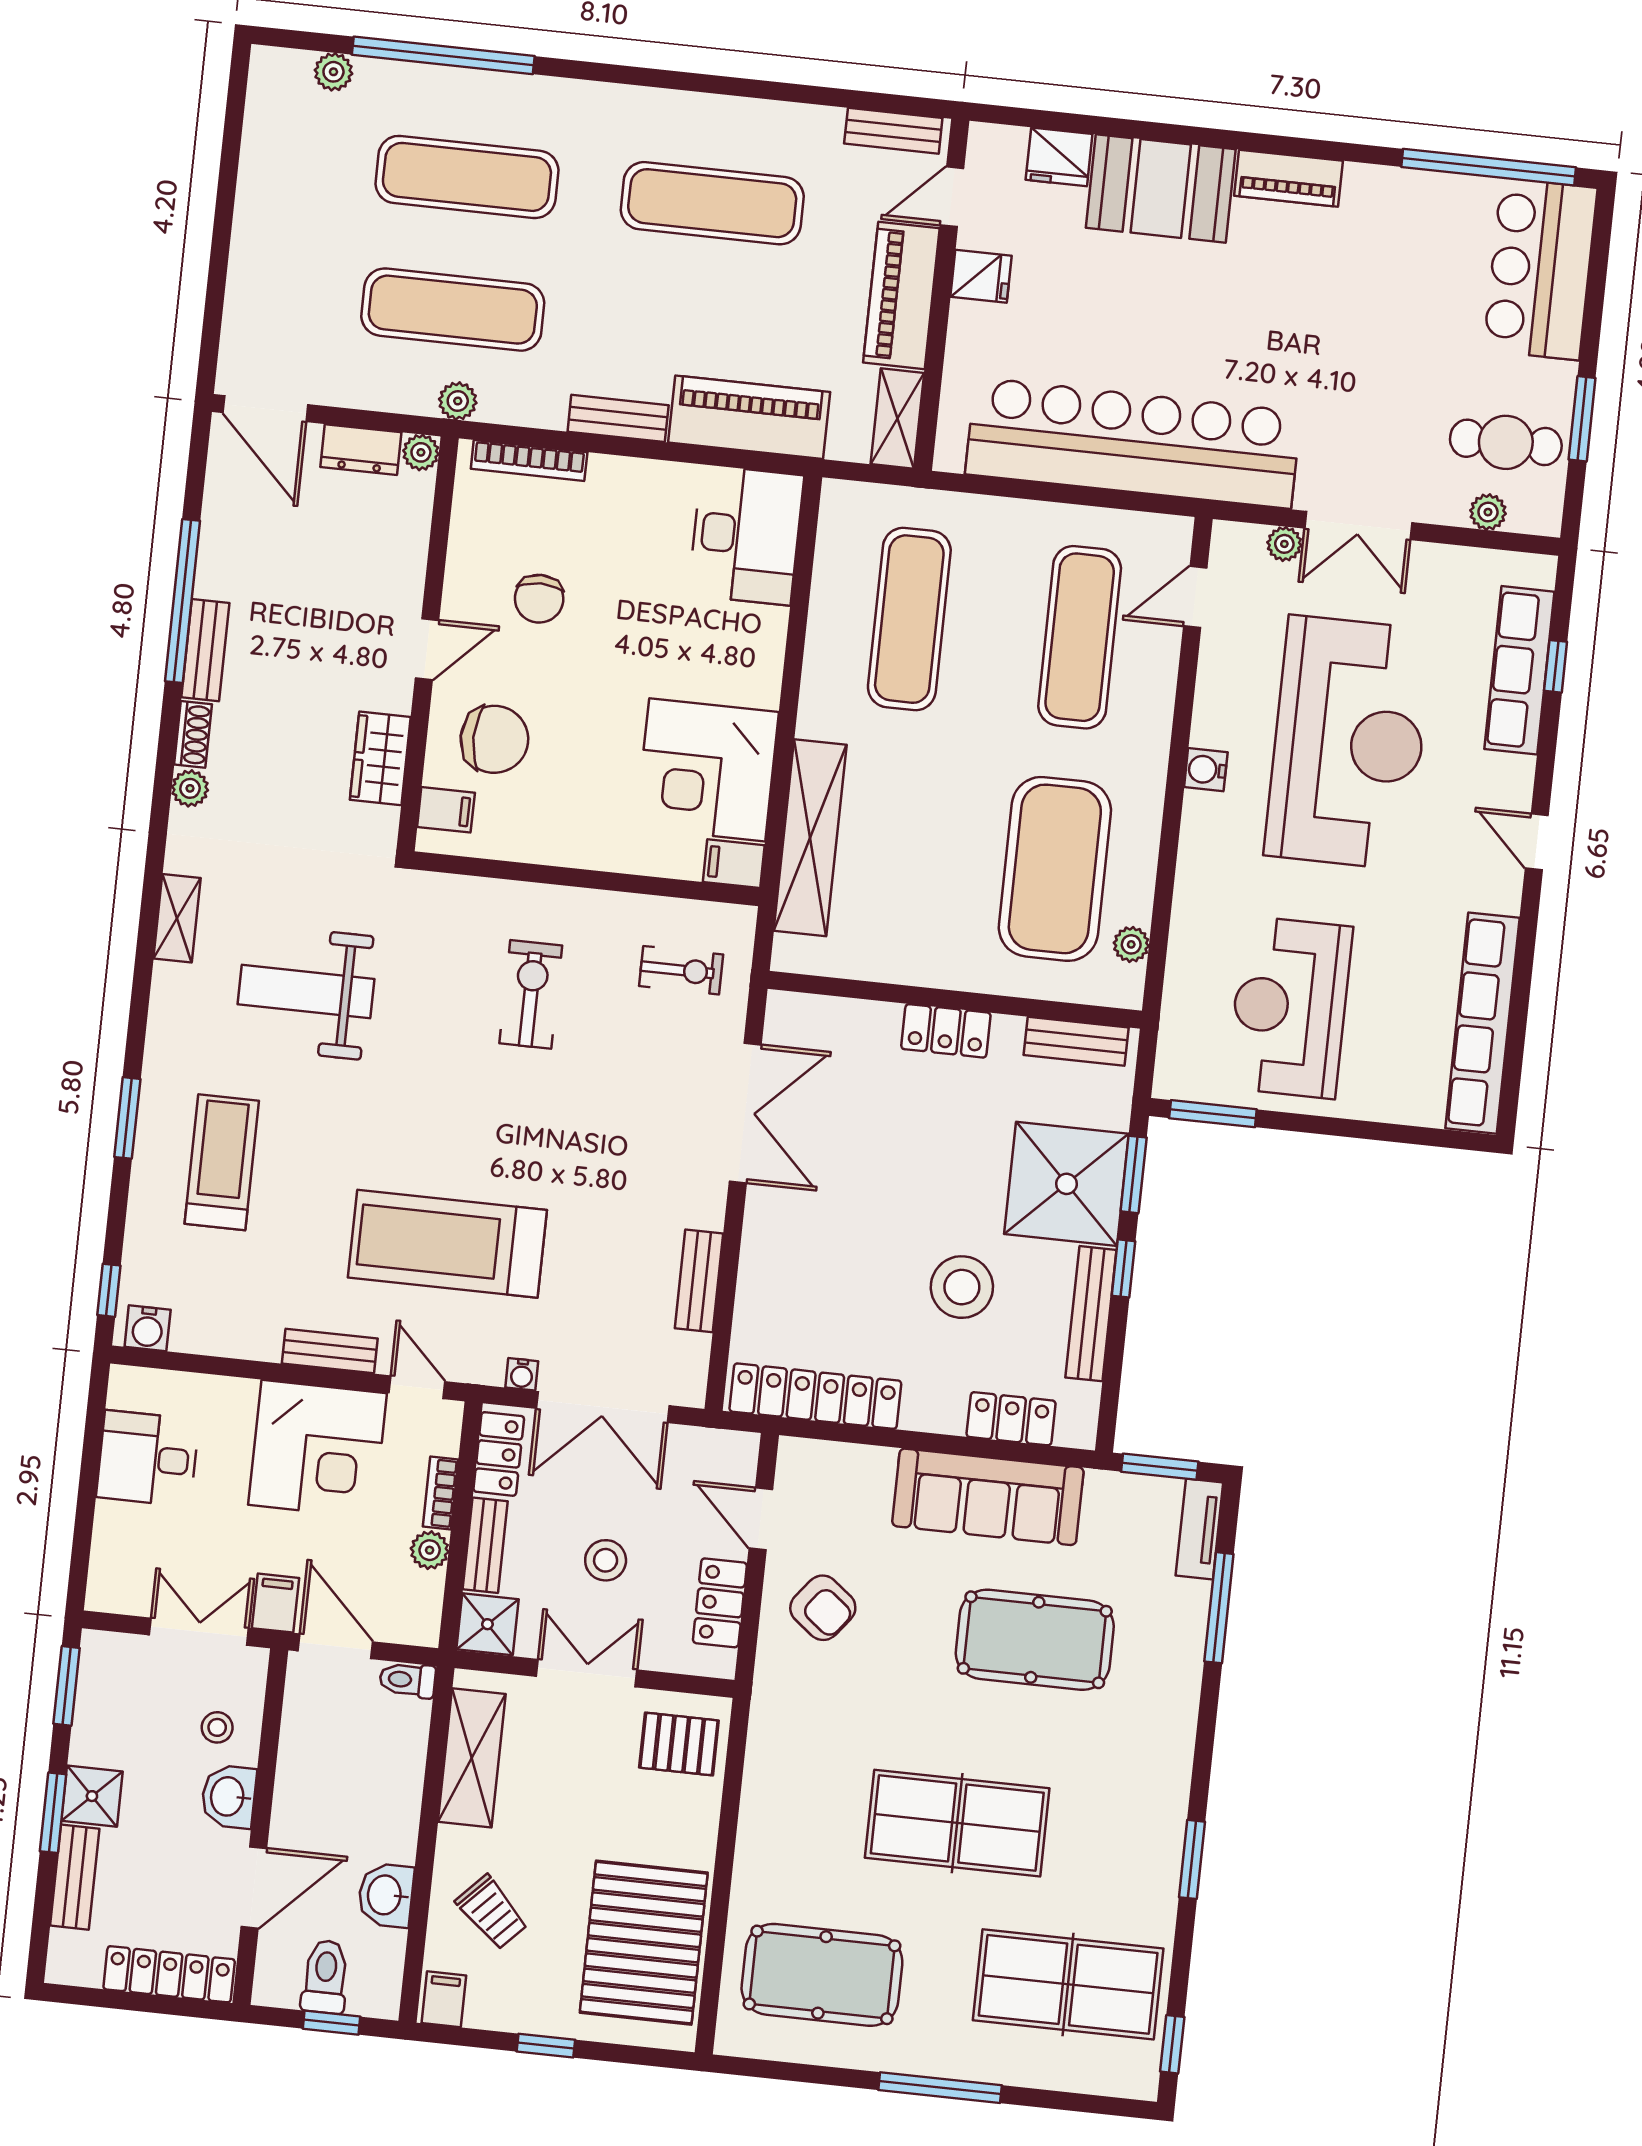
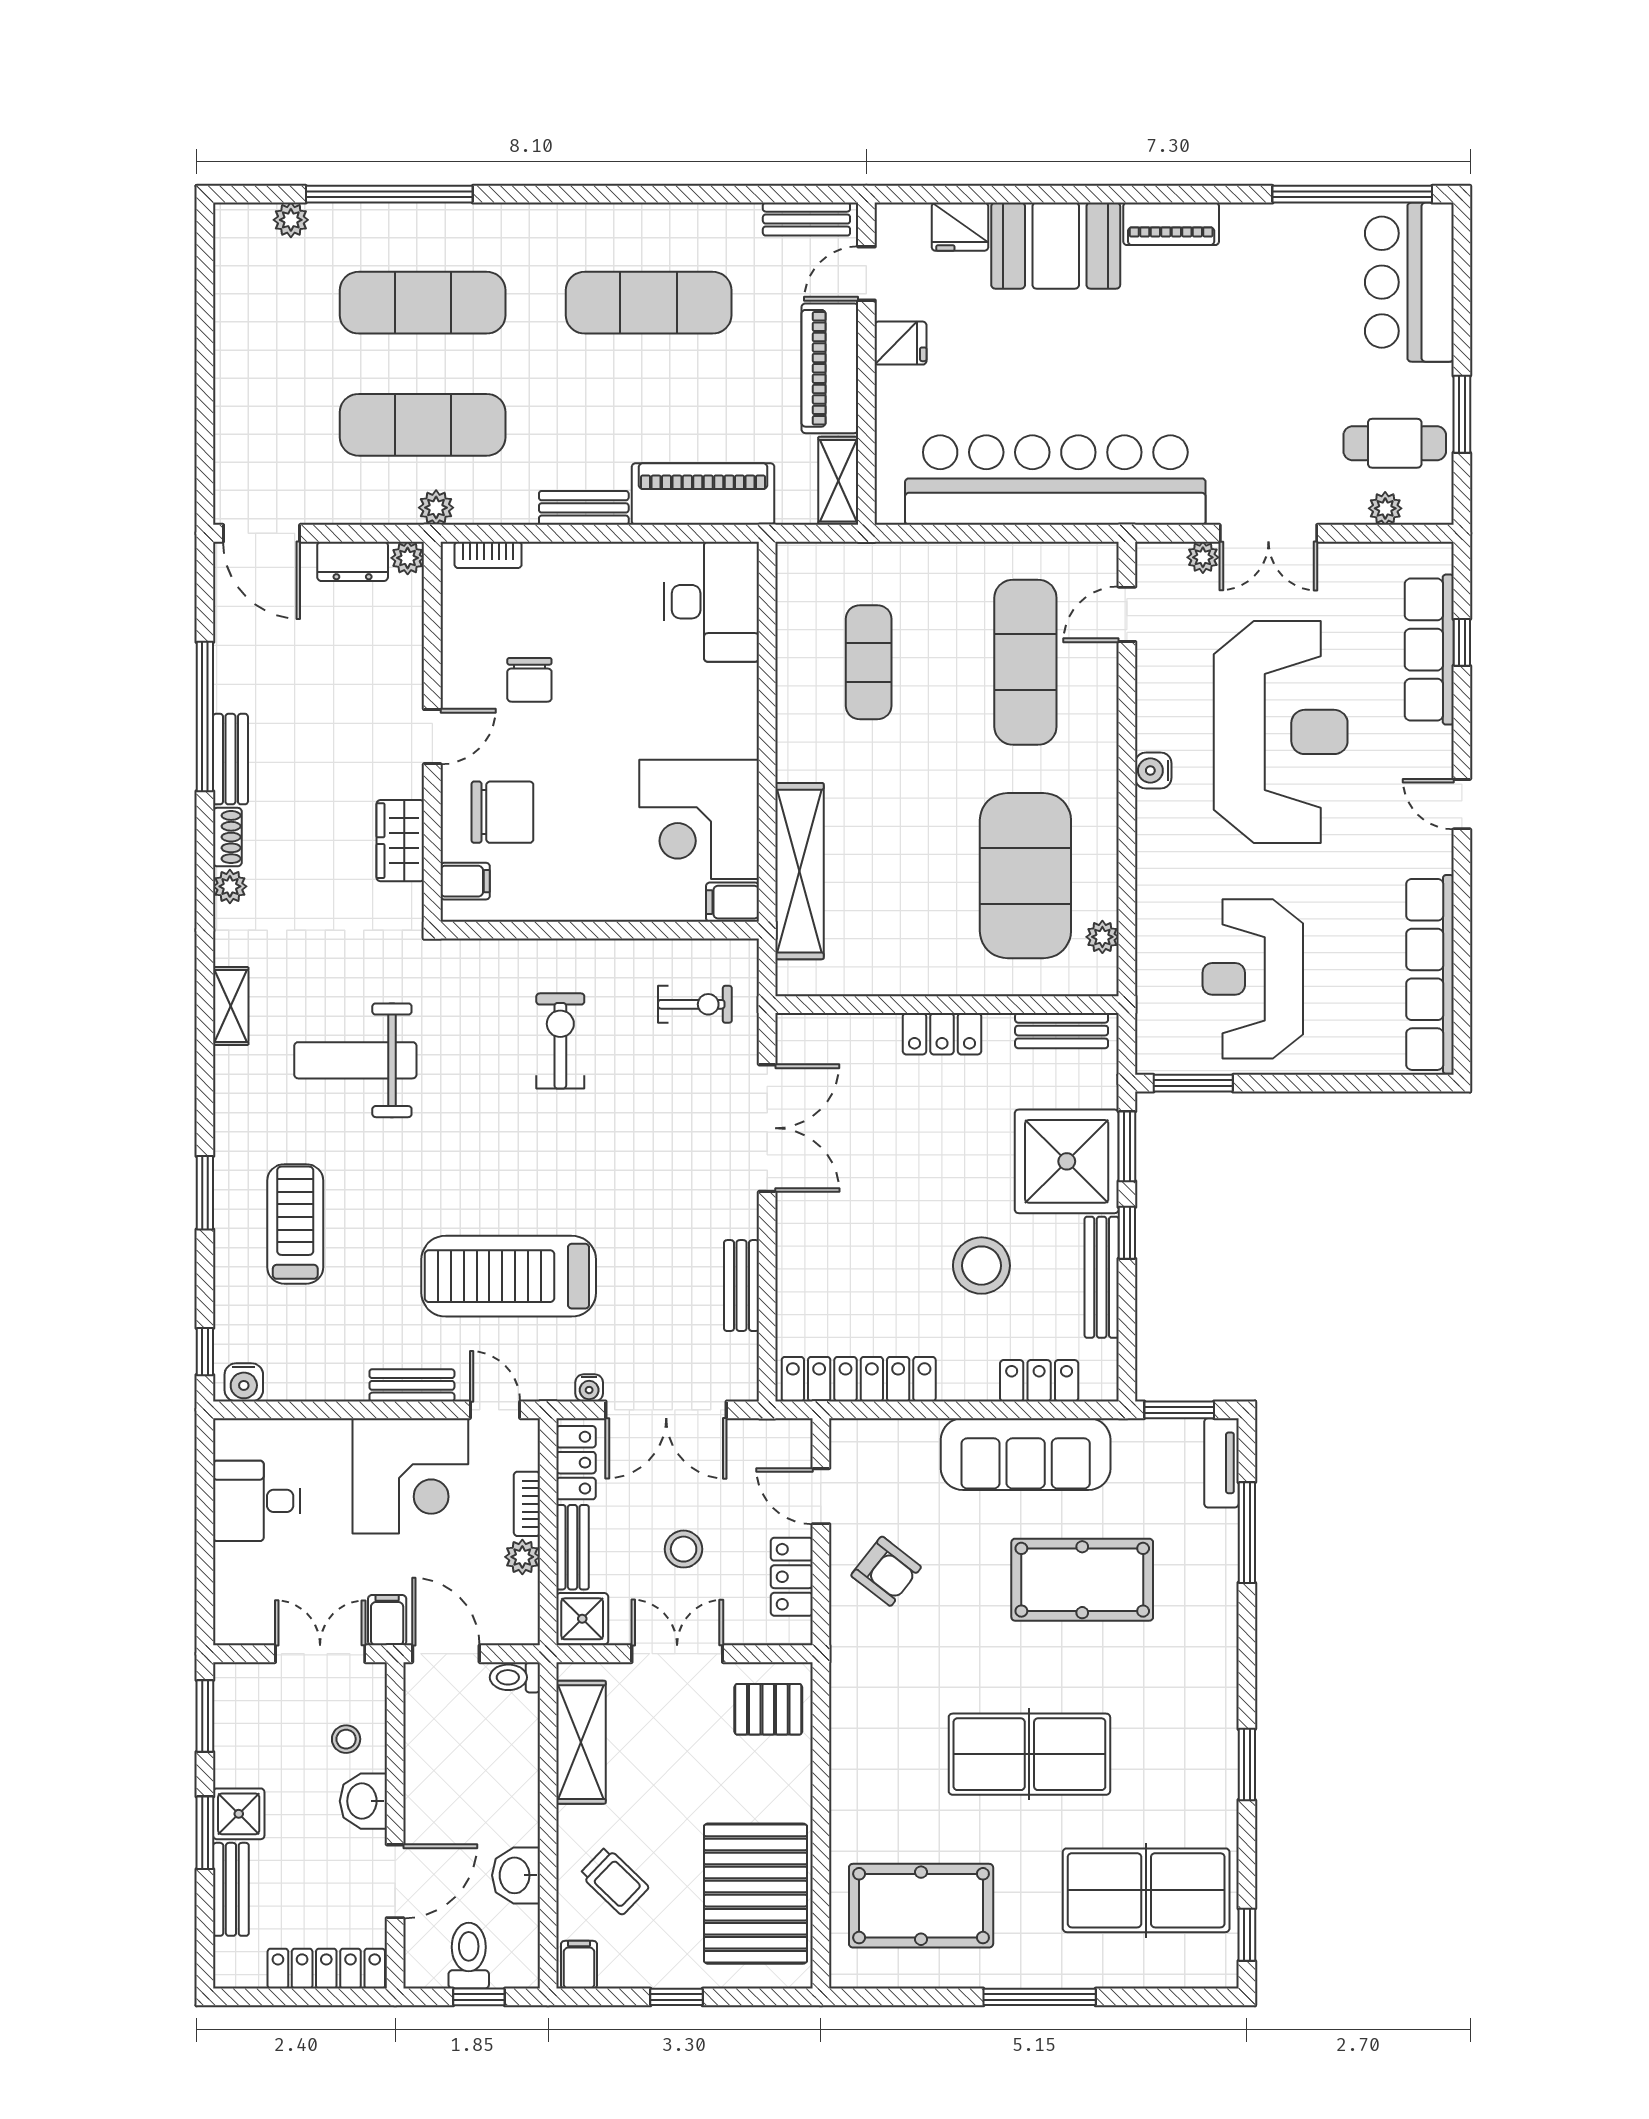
bookcase: (529, 461) -> (488, 555), width x0.64
exercise mat: (909, 619) -> (869, 662), width x0.73, depth x0.69

